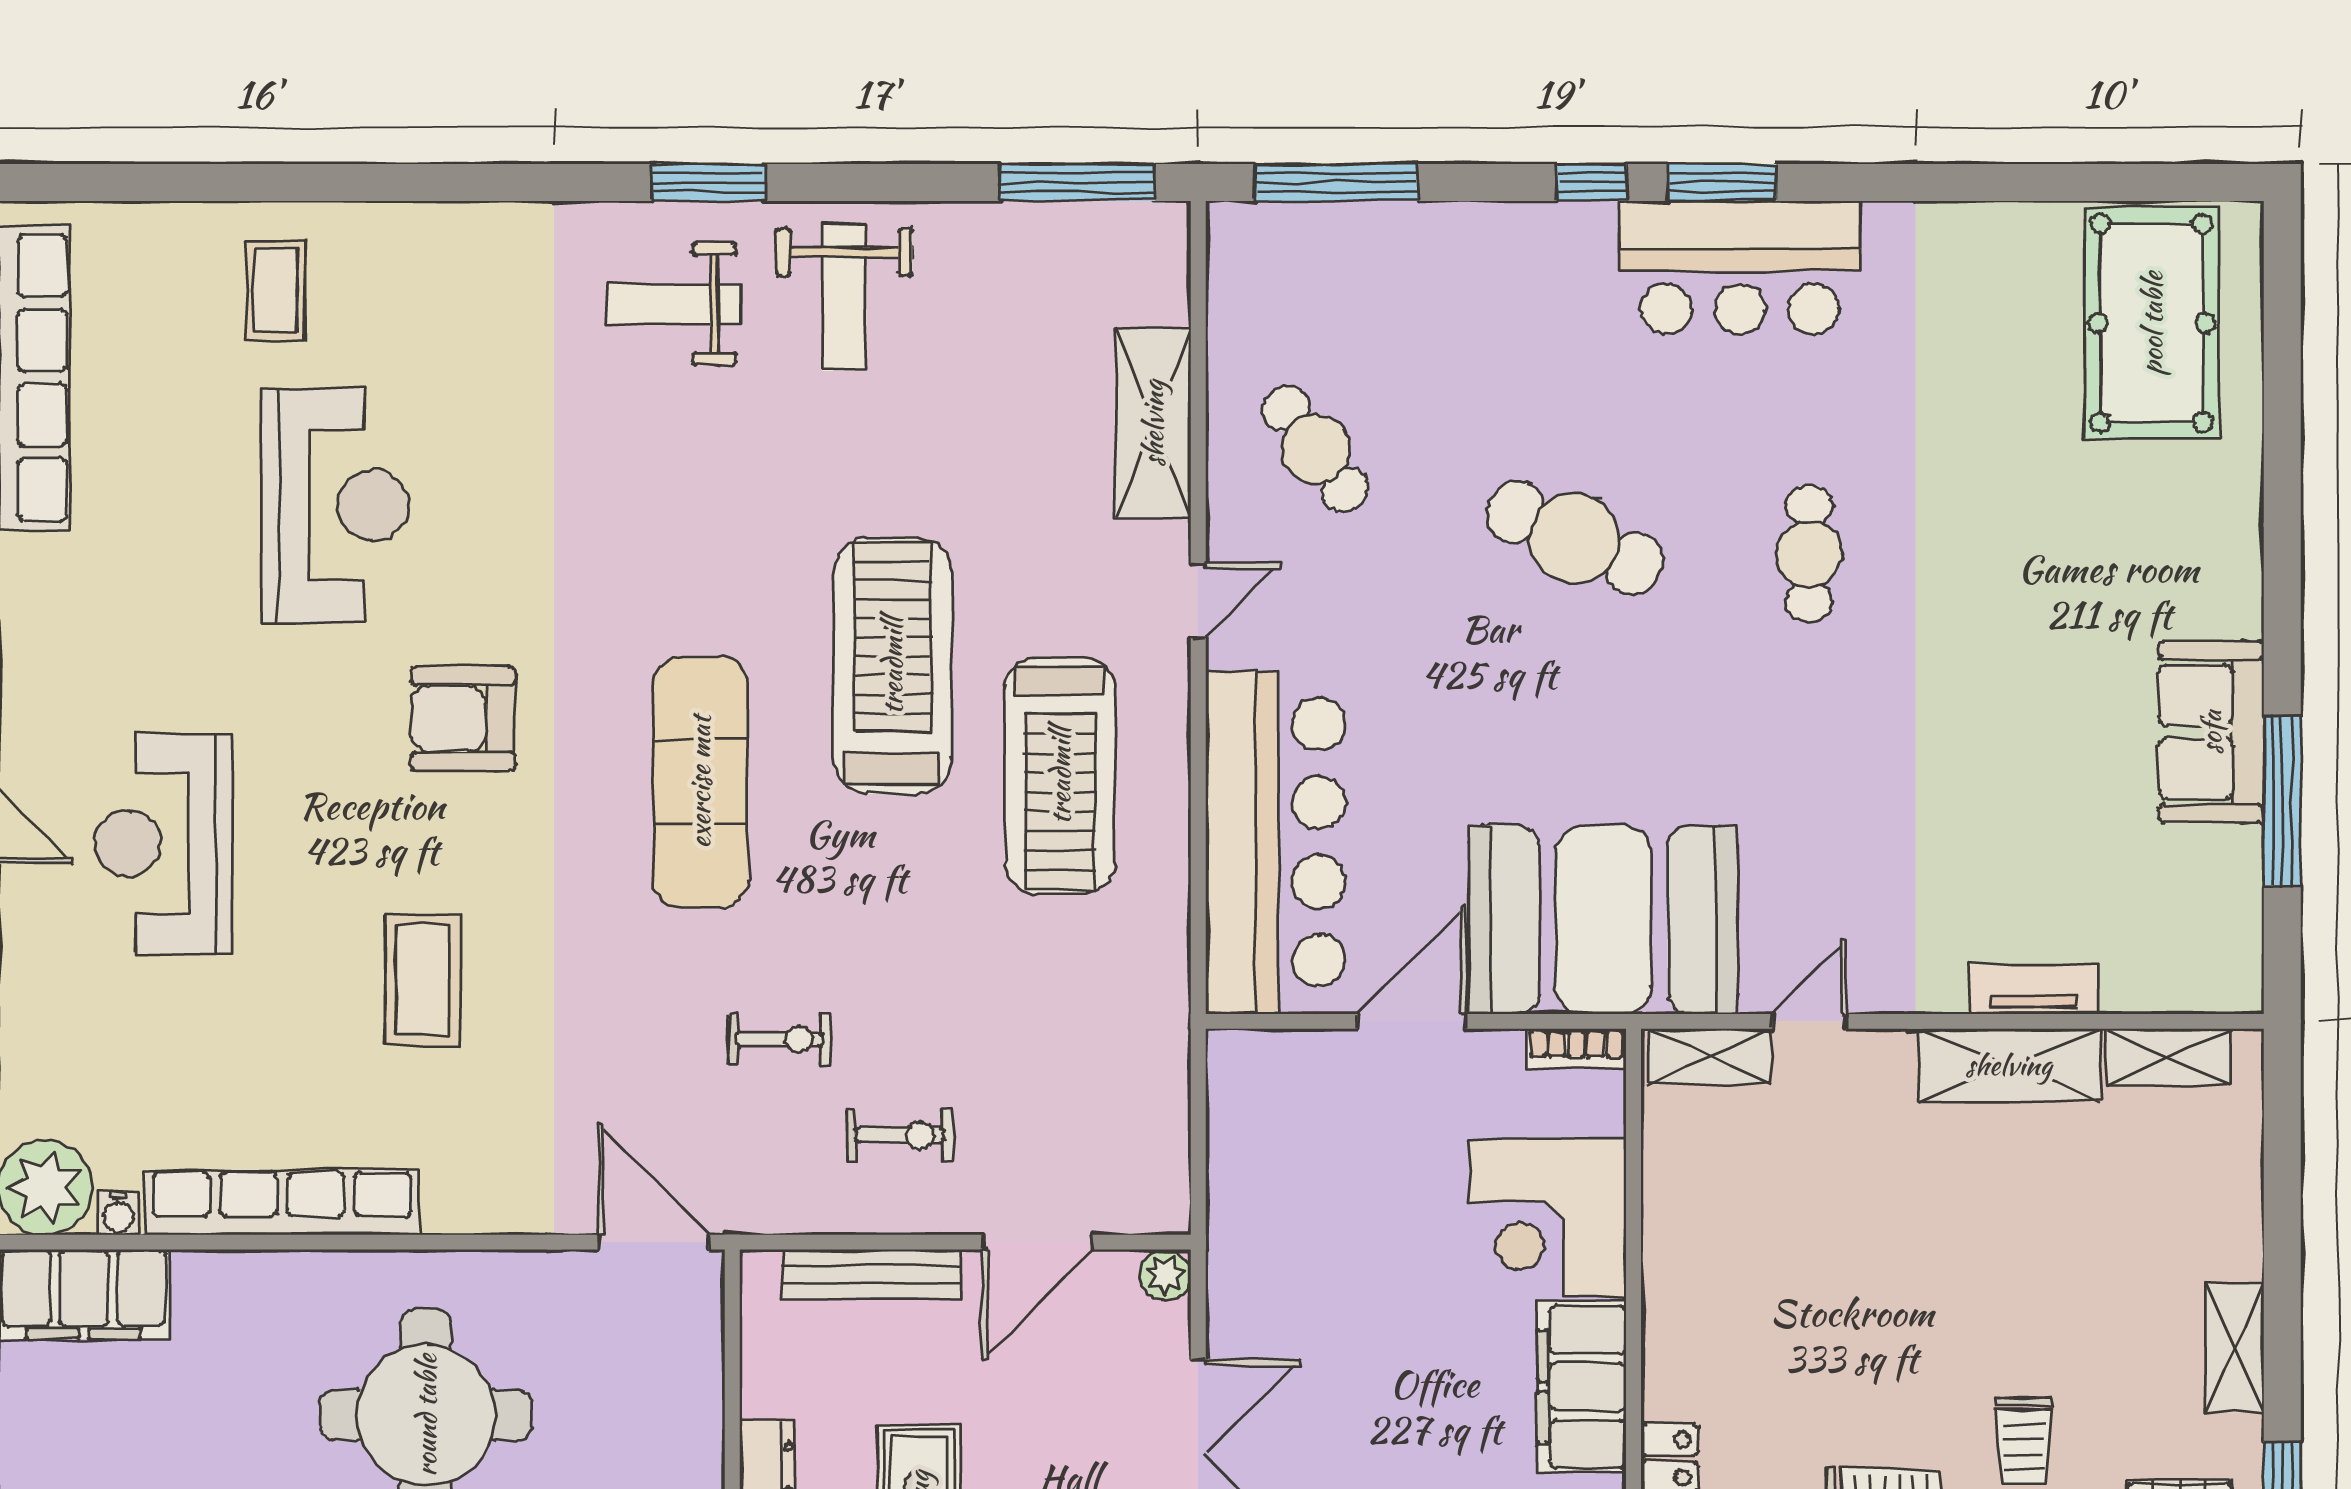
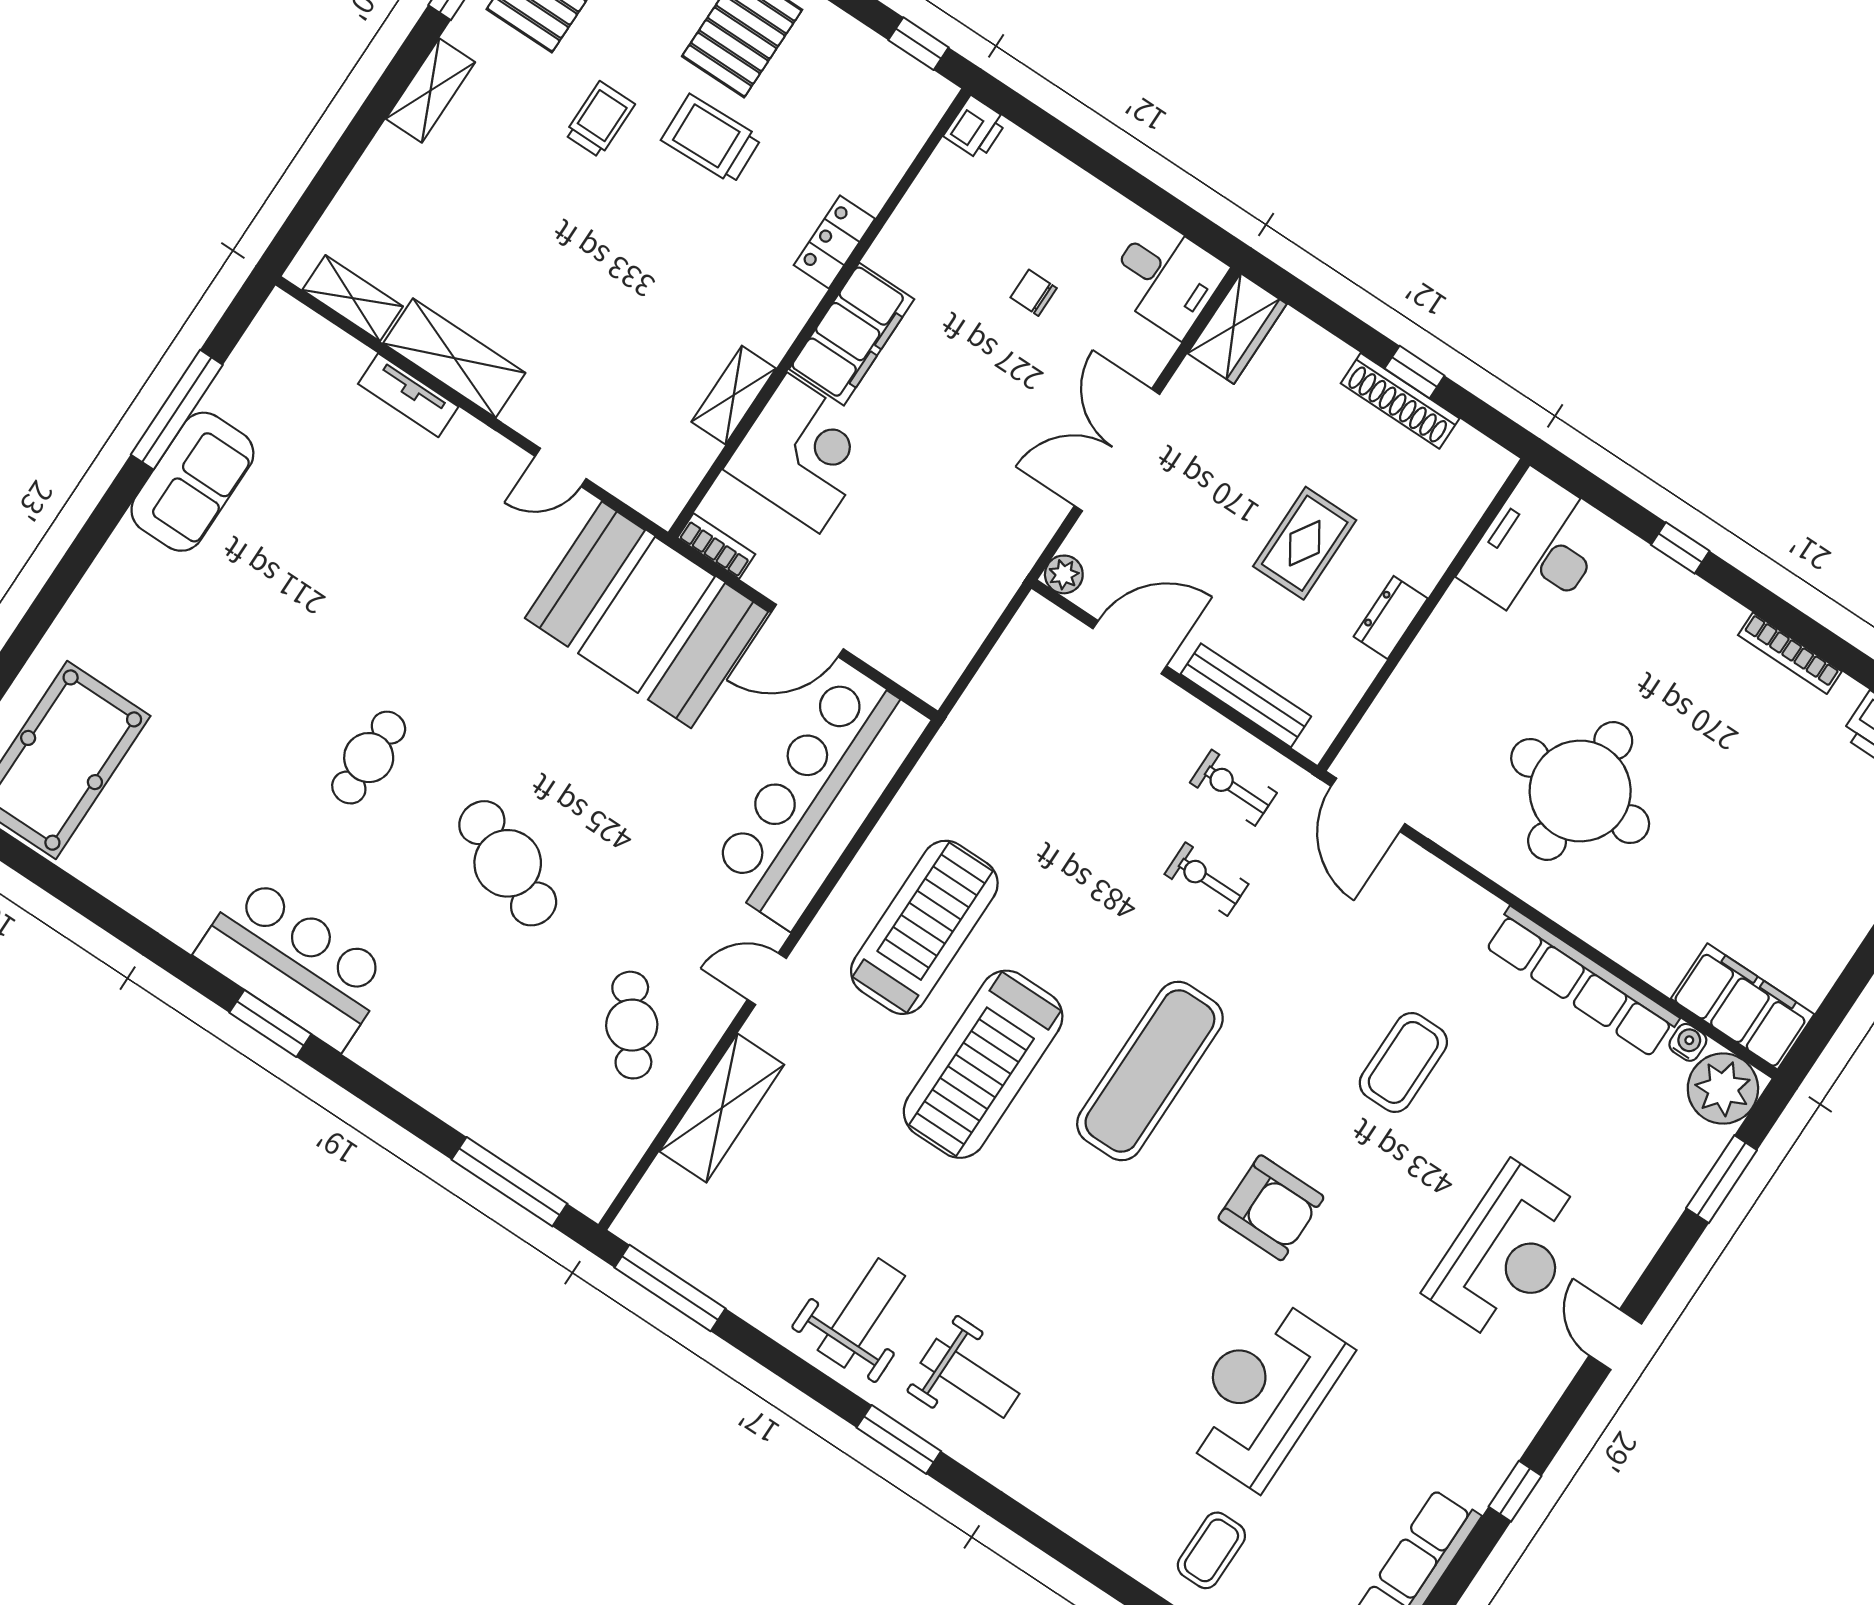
window: (1592, 183) -> (351, 1077), removed
shelving: (1709, 1056) -> (734, 395), moved, turned 90
exercise bike: (900, 1135) -> (1233, 788), moved

